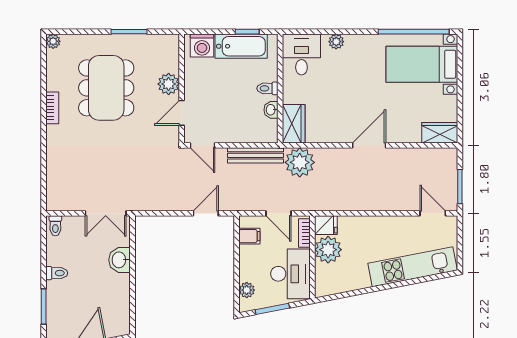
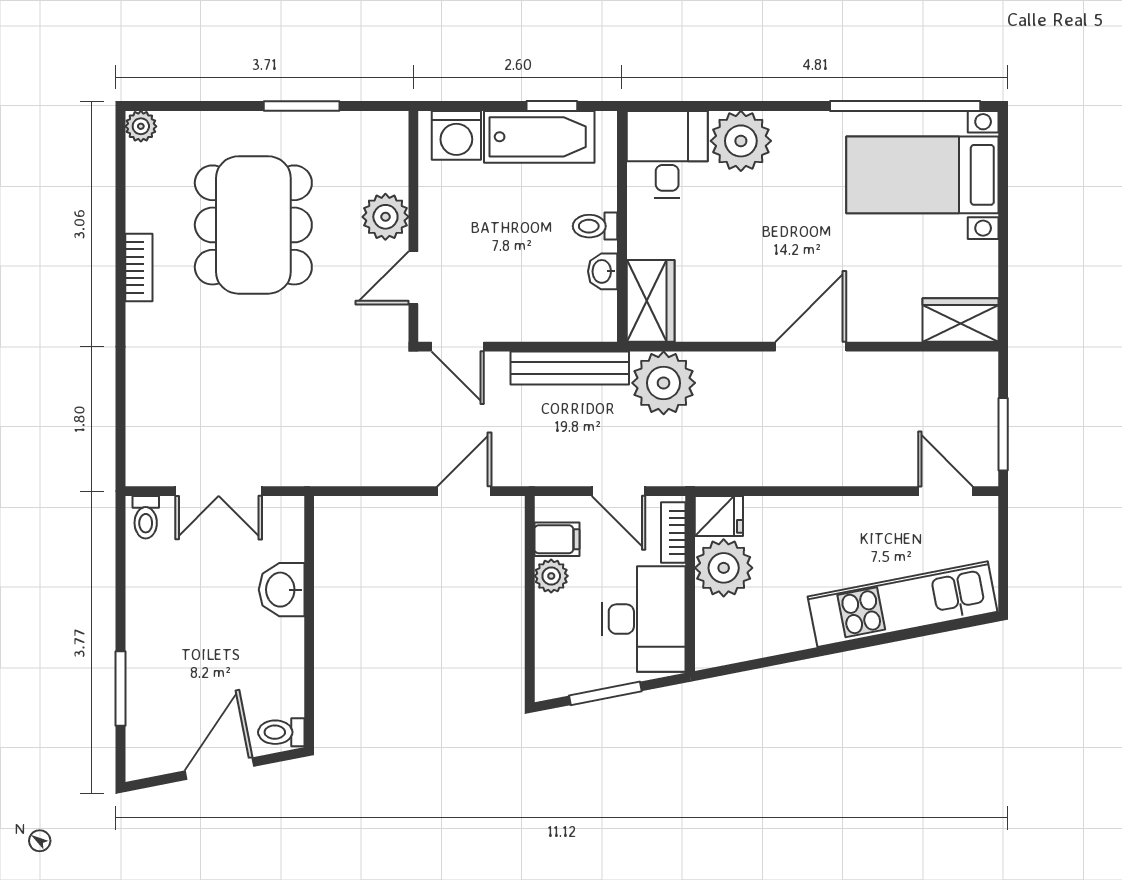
plant: (336, 42) -> (741, 141), width x1.88, depth x1.88
double door: (106, 213) -> (219, 491), moved
toilet: (57, 273) -> (281, 732), moved, turned 180
plant: (247, 290) -> (551, 576), moved

